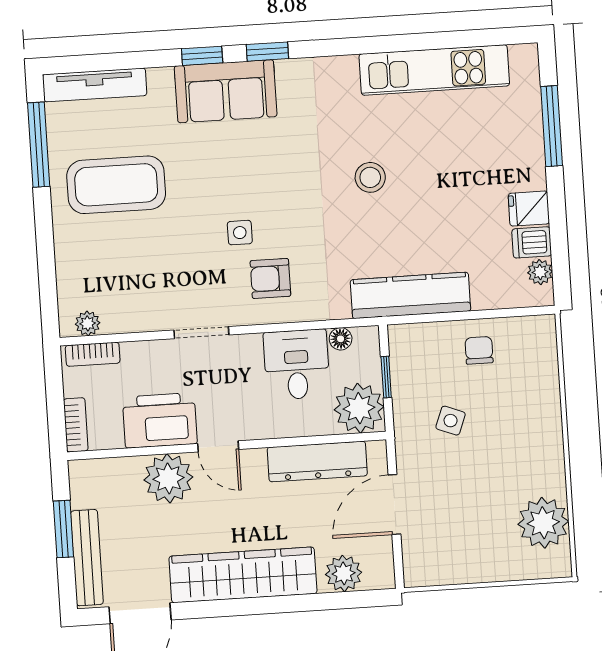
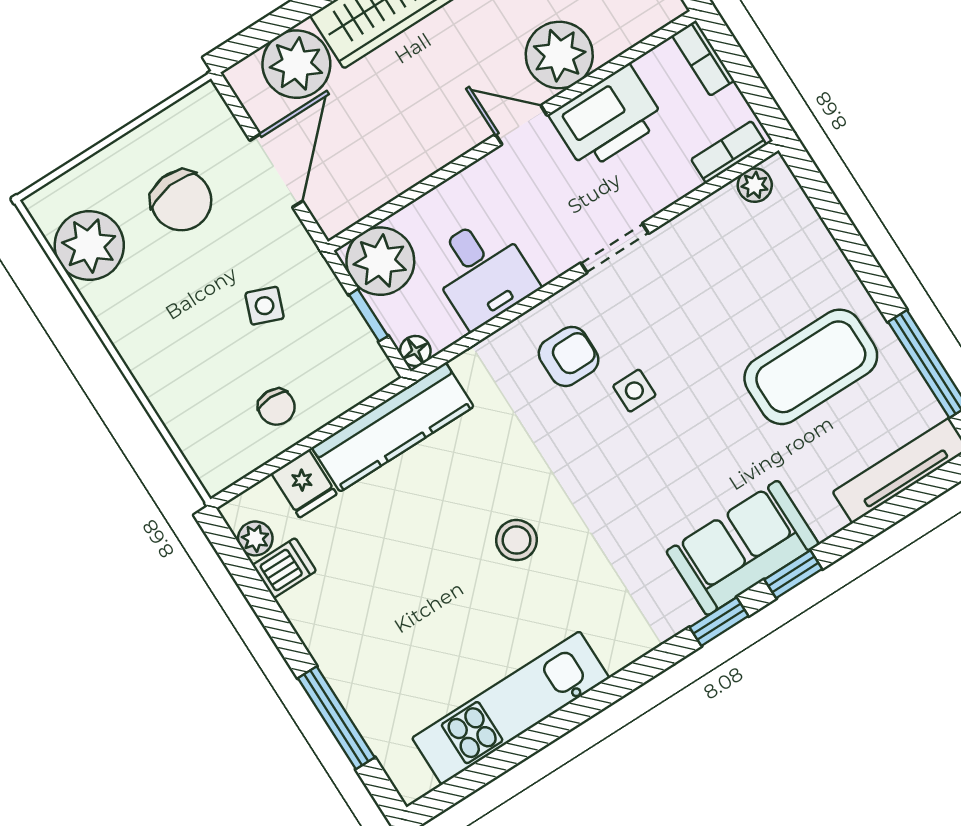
fridge: (529, 209) -> (304, 484), moved, turned 90
floor lamp: (341, 339) -> (415, 351), moved
dresser: (317, 462) -> (395, 171), removed
chair: (467, 519) -> (181, 201), added
plant: (344, 573) -> (296, 64), width x1.36, depth x1.36

